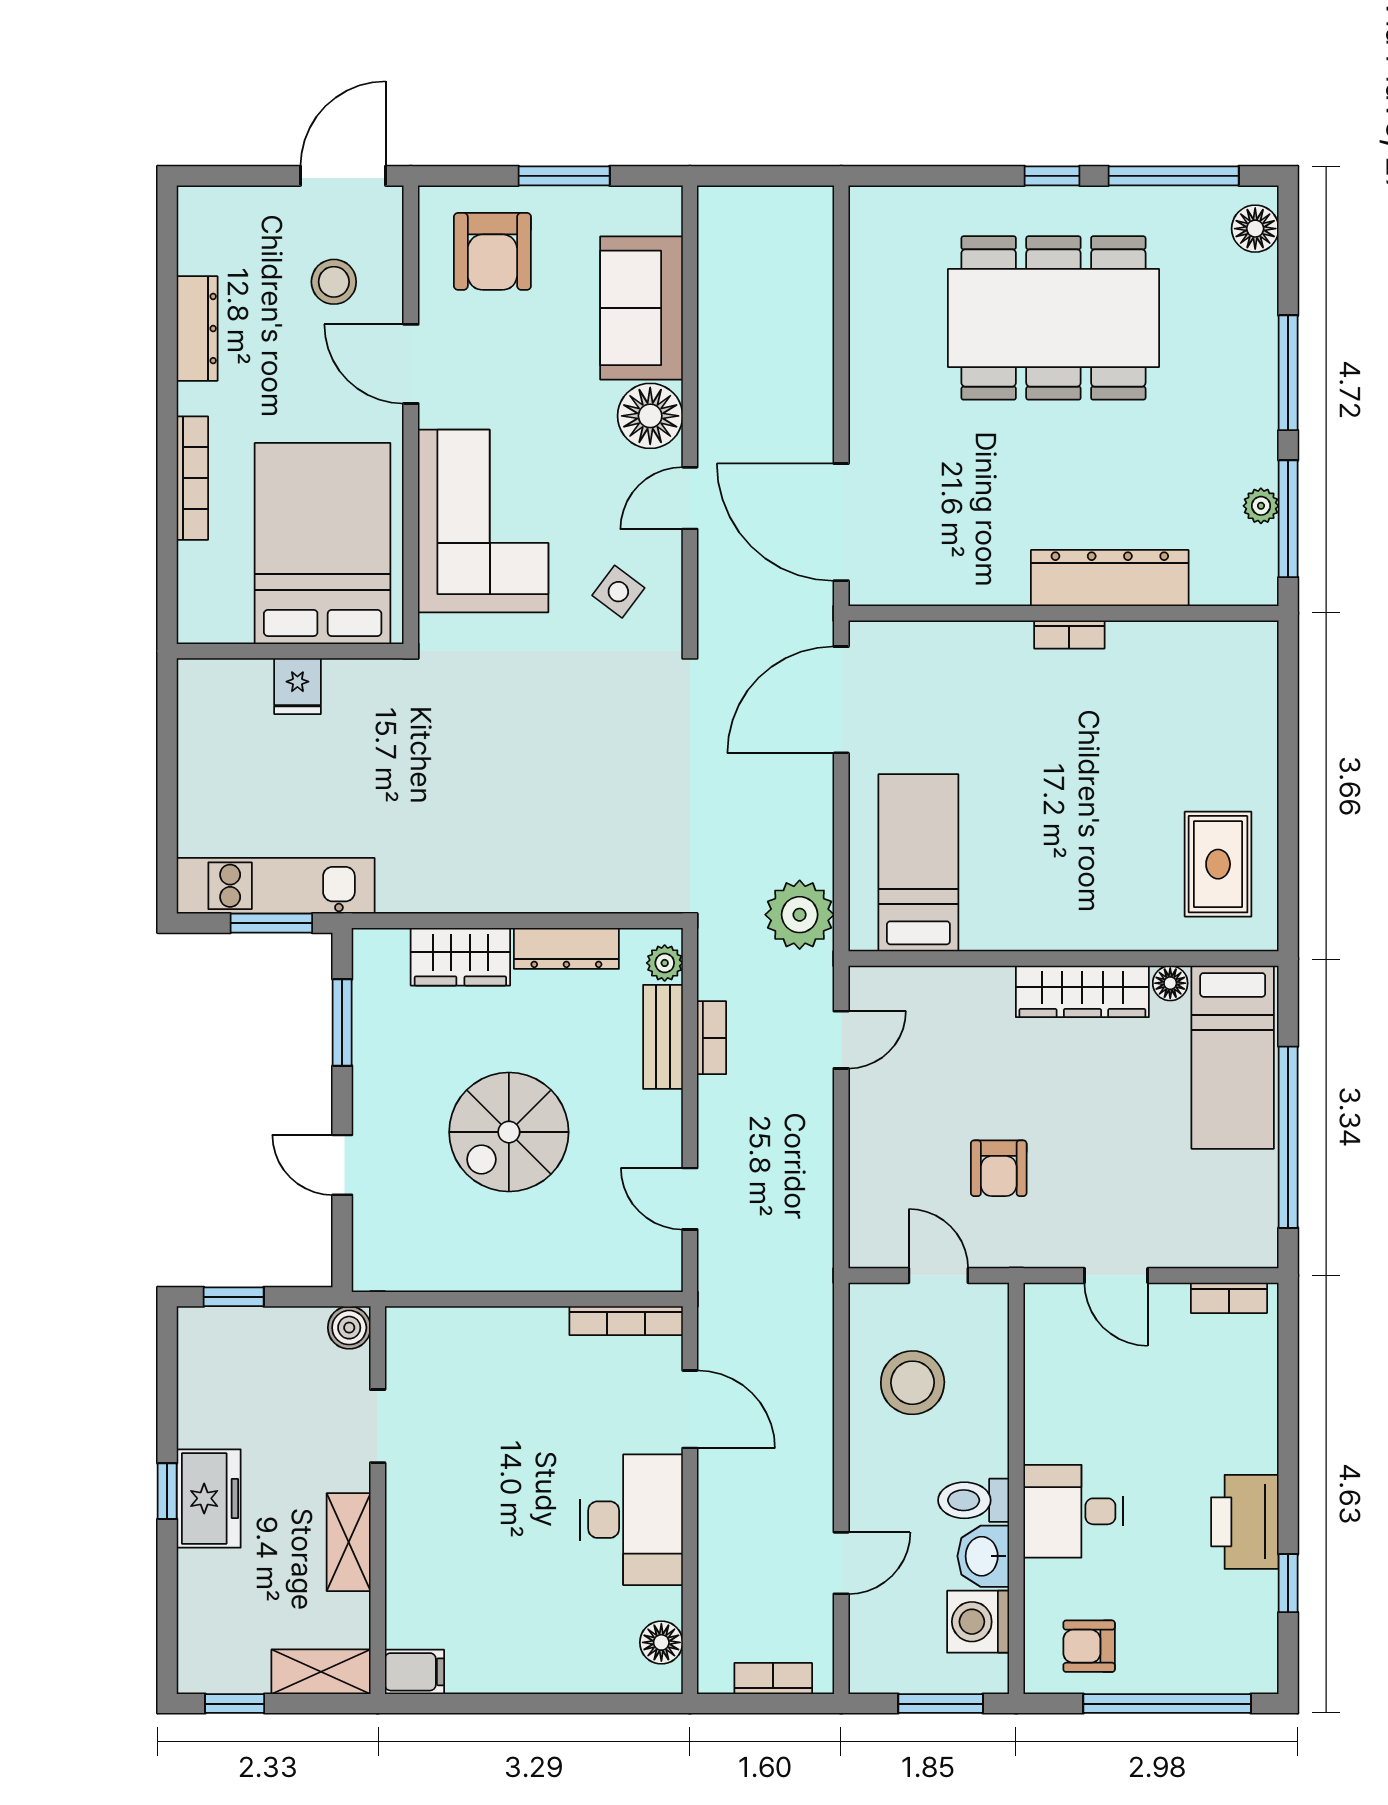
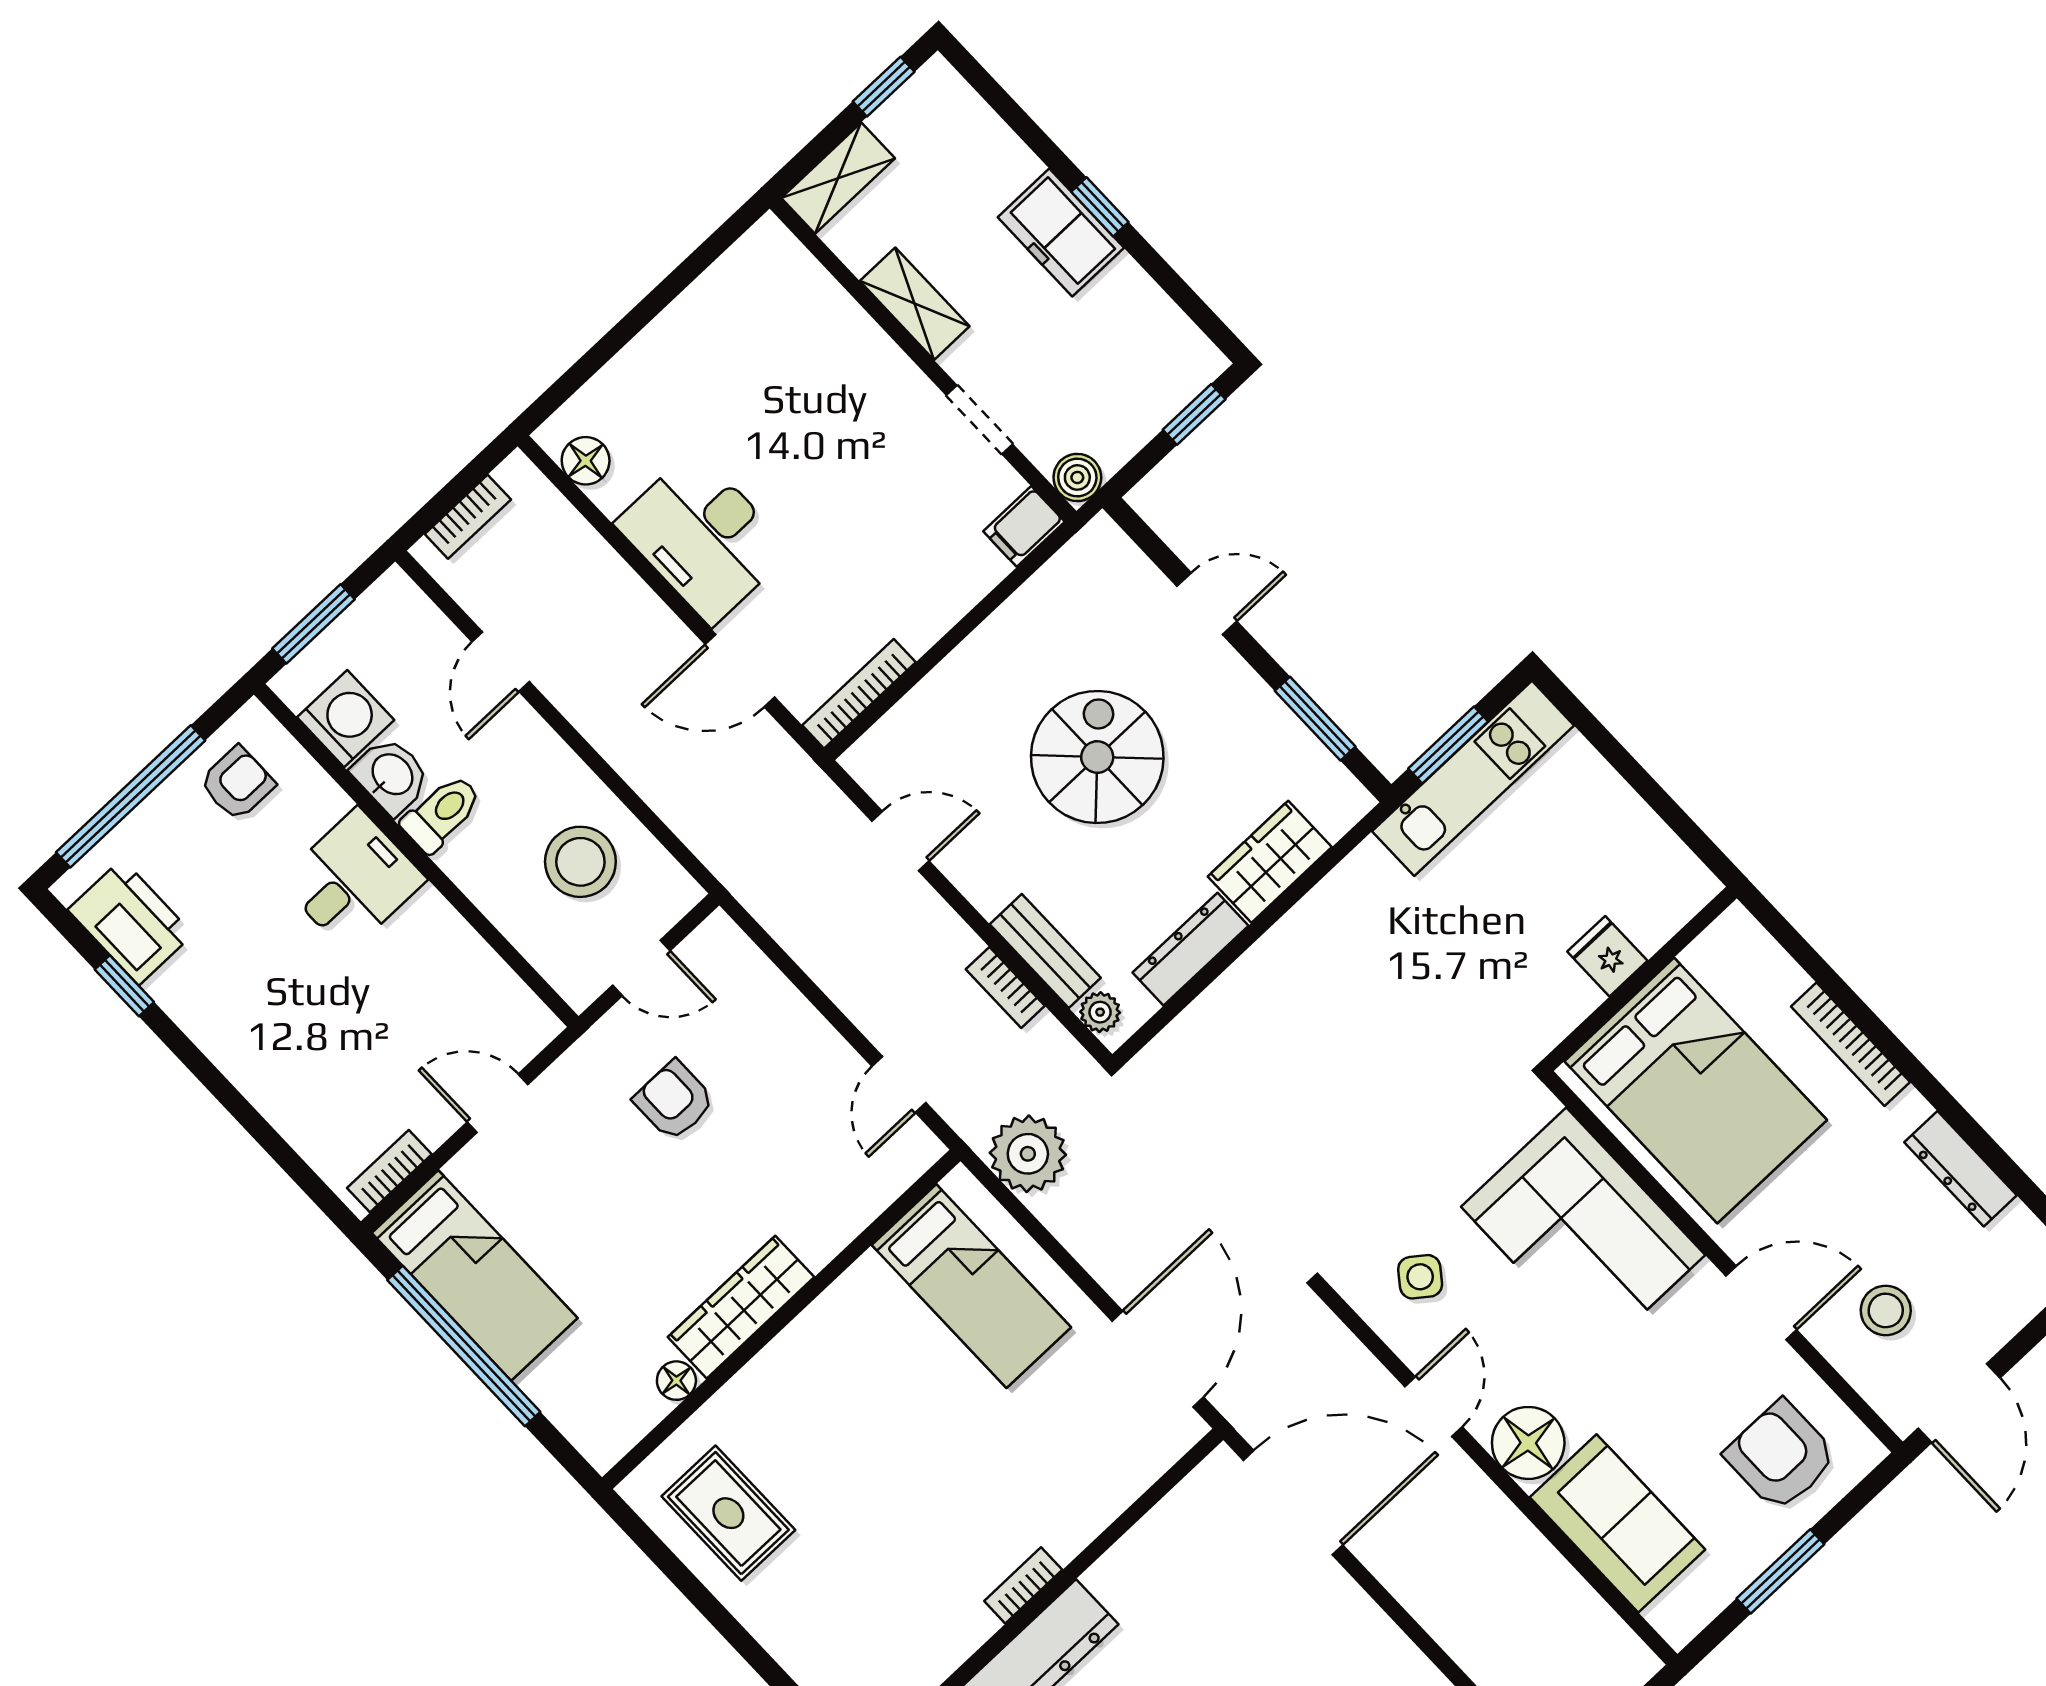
bed: (1233, 1057) -> (475, 1275), moved, turned 180
printer: (1245, 1522) -> (130, 922), moved
filing cabinet: (414, 1672) -> (1024, 526), moved

